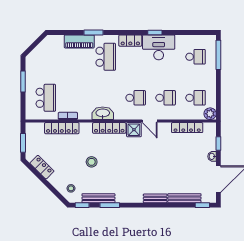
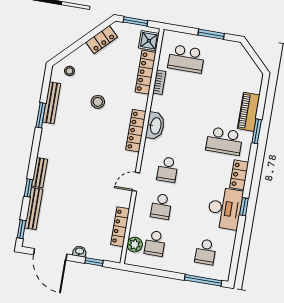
plant: (210, 114) -> (135, 245), moved
shower: (134, 130) -> (149, 41), moved
window: (82, 205) -> (28, 188), moved

